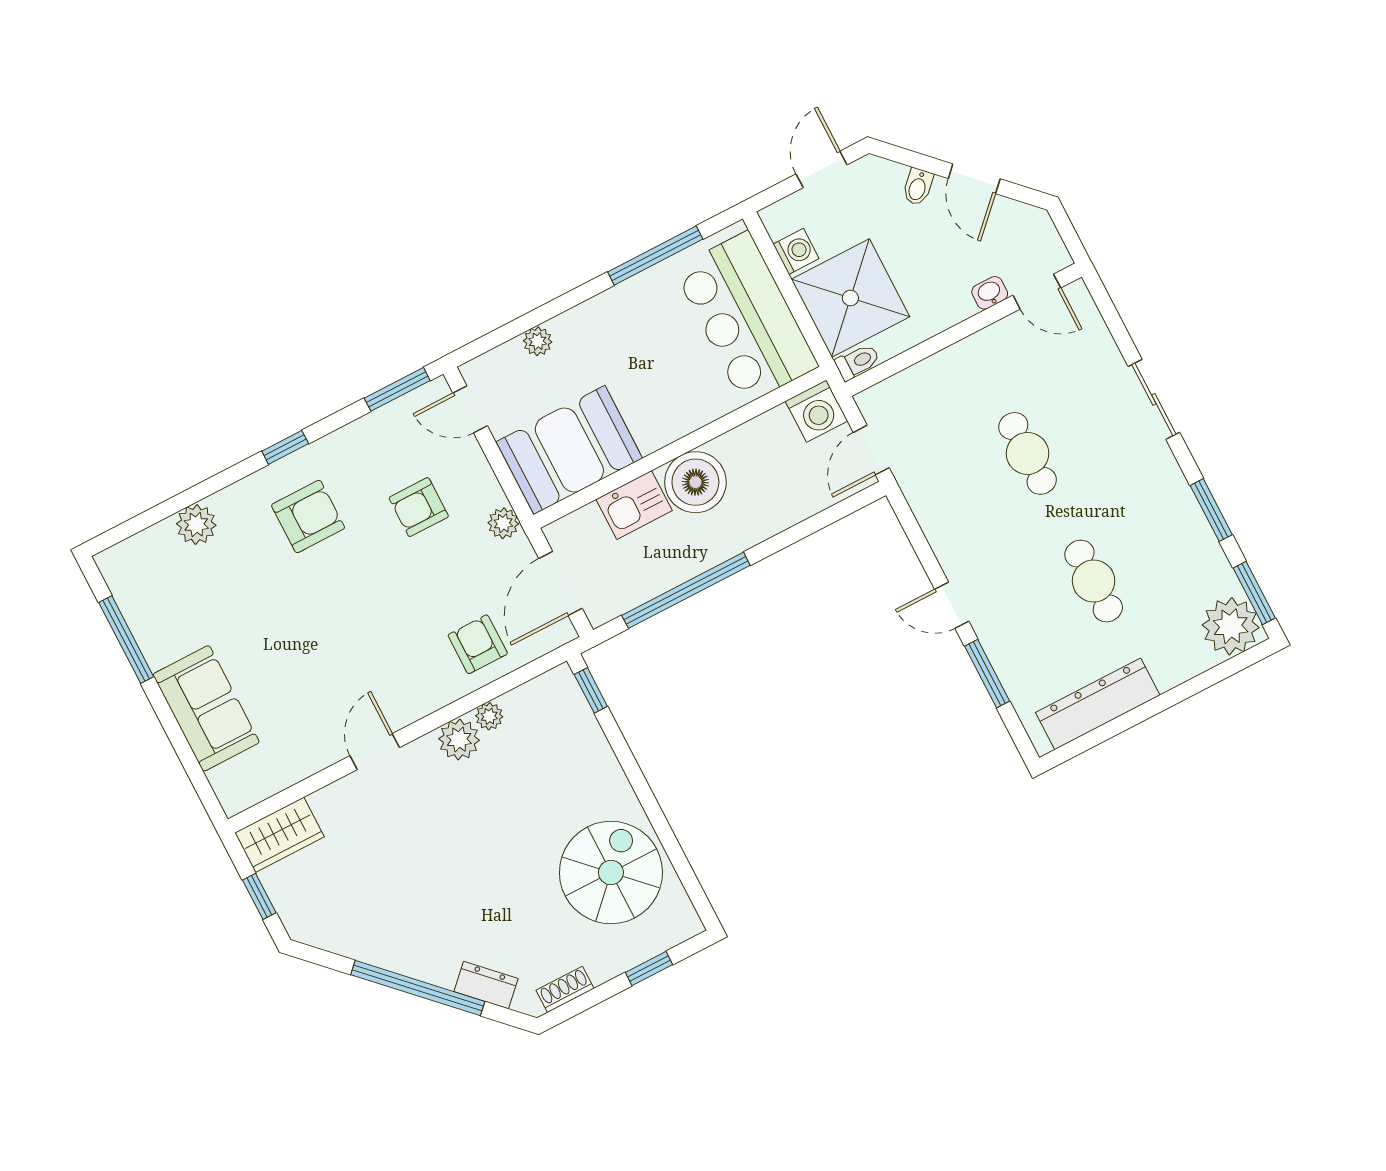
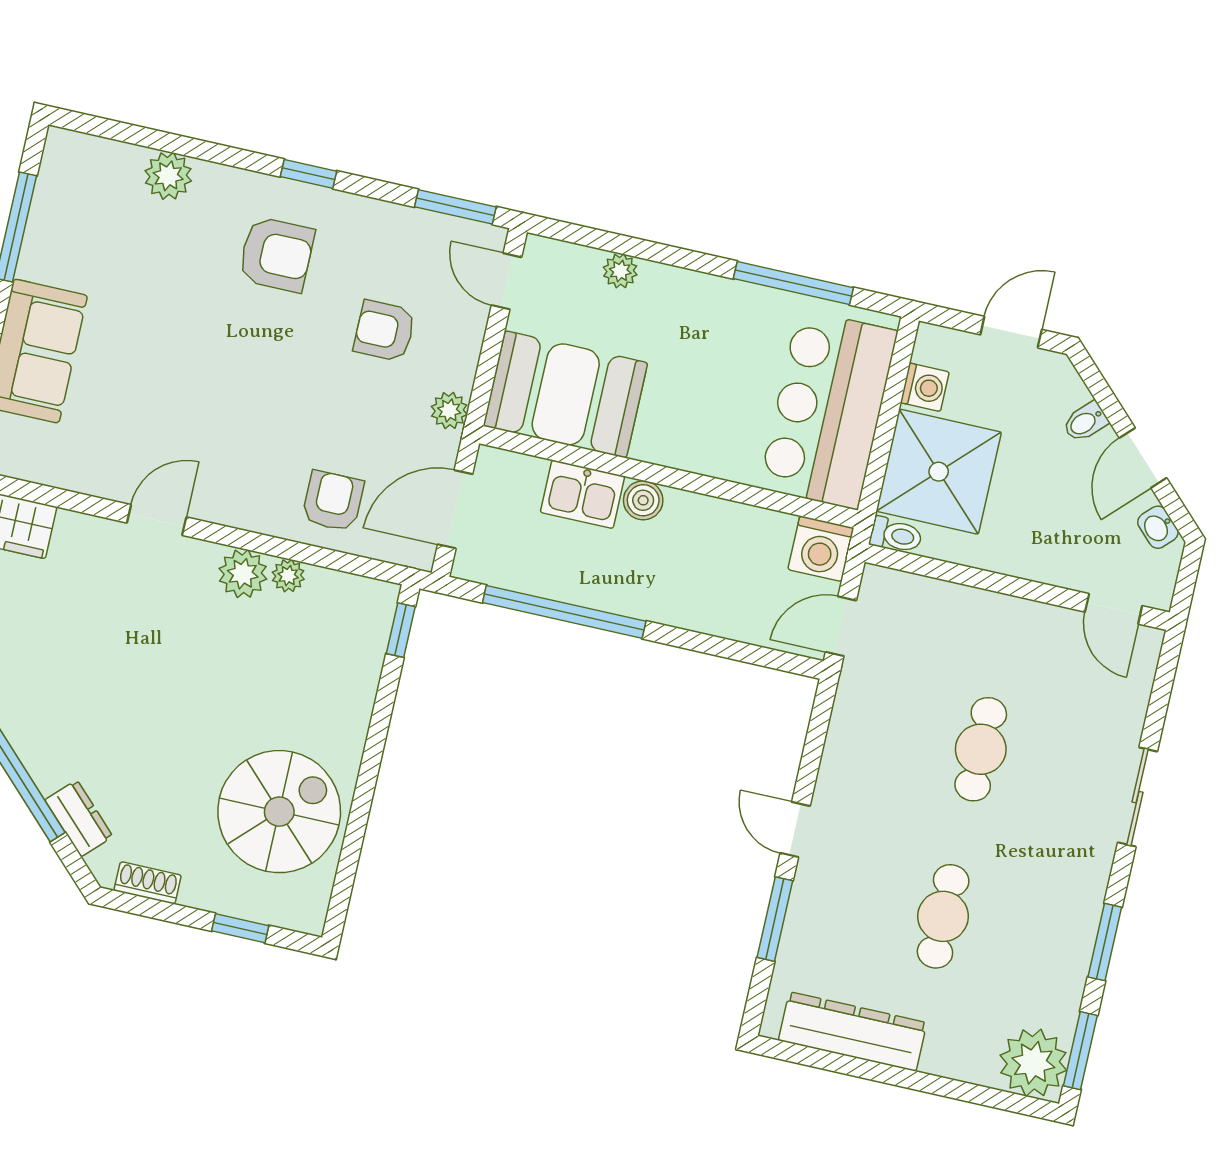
washbasin: (990, 293) -> (1158, 527), moved, turned -135
boiler: (695, 482) -> (643, 500), width x0.54, depth x0.54

